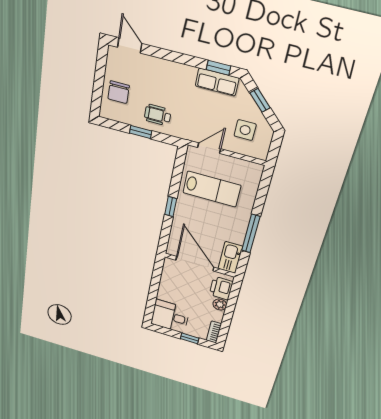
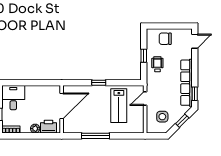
row of seats: (217, 82) -> (186, 83), width x2.02
door: (209, 148) -> (145, 98), swing flipped
kitchen sink: (230, 258) -> (74, 127), removed

